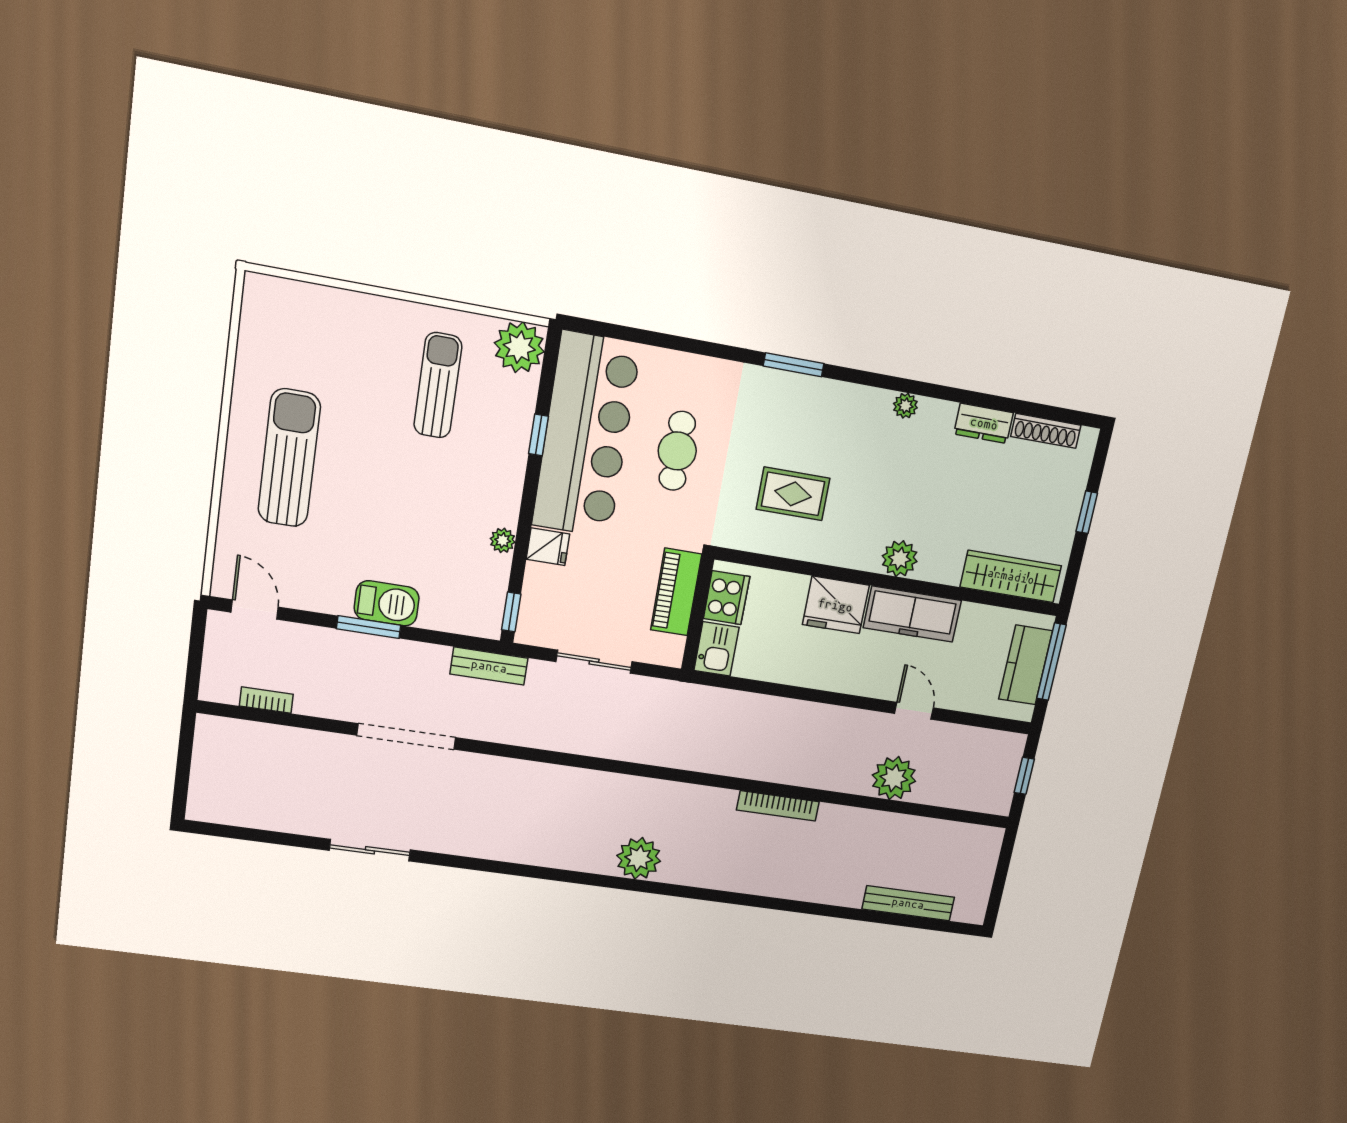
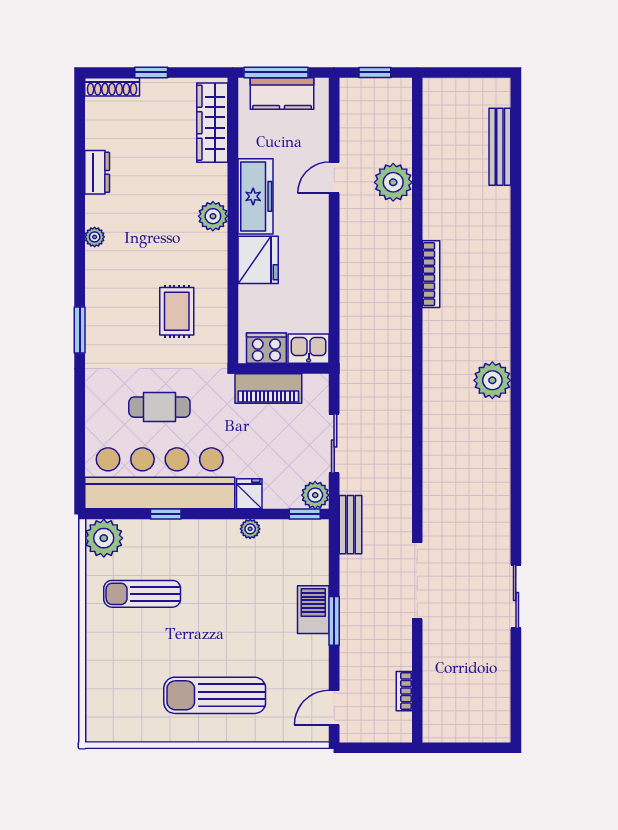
shoe rack: (1046, 431) -> (112, 87), moved, turned 90
plant: (533, 629) -> (315, 495), added

